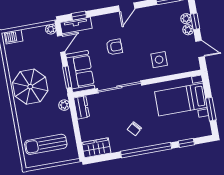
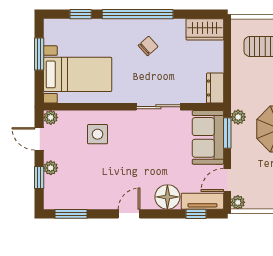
plant: (186, 19) -> (51, 117), moved
floor lamp: (101, 24) -> (167, 197), added
armchair: (114, 47) -> (156, 163), removed
sliding door: (119, 87) -> (158, 107), width x0.73
plant: (64, 105) -> (238, 117), moved

